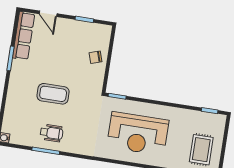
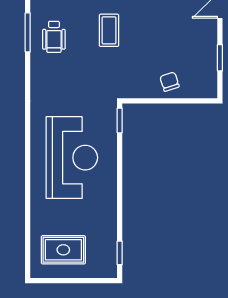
coffee table: (53, 94) -> (109, 30), width x0.73, depth x0.77
reception desk: (138, 134) -> (72, 158), turned 180

